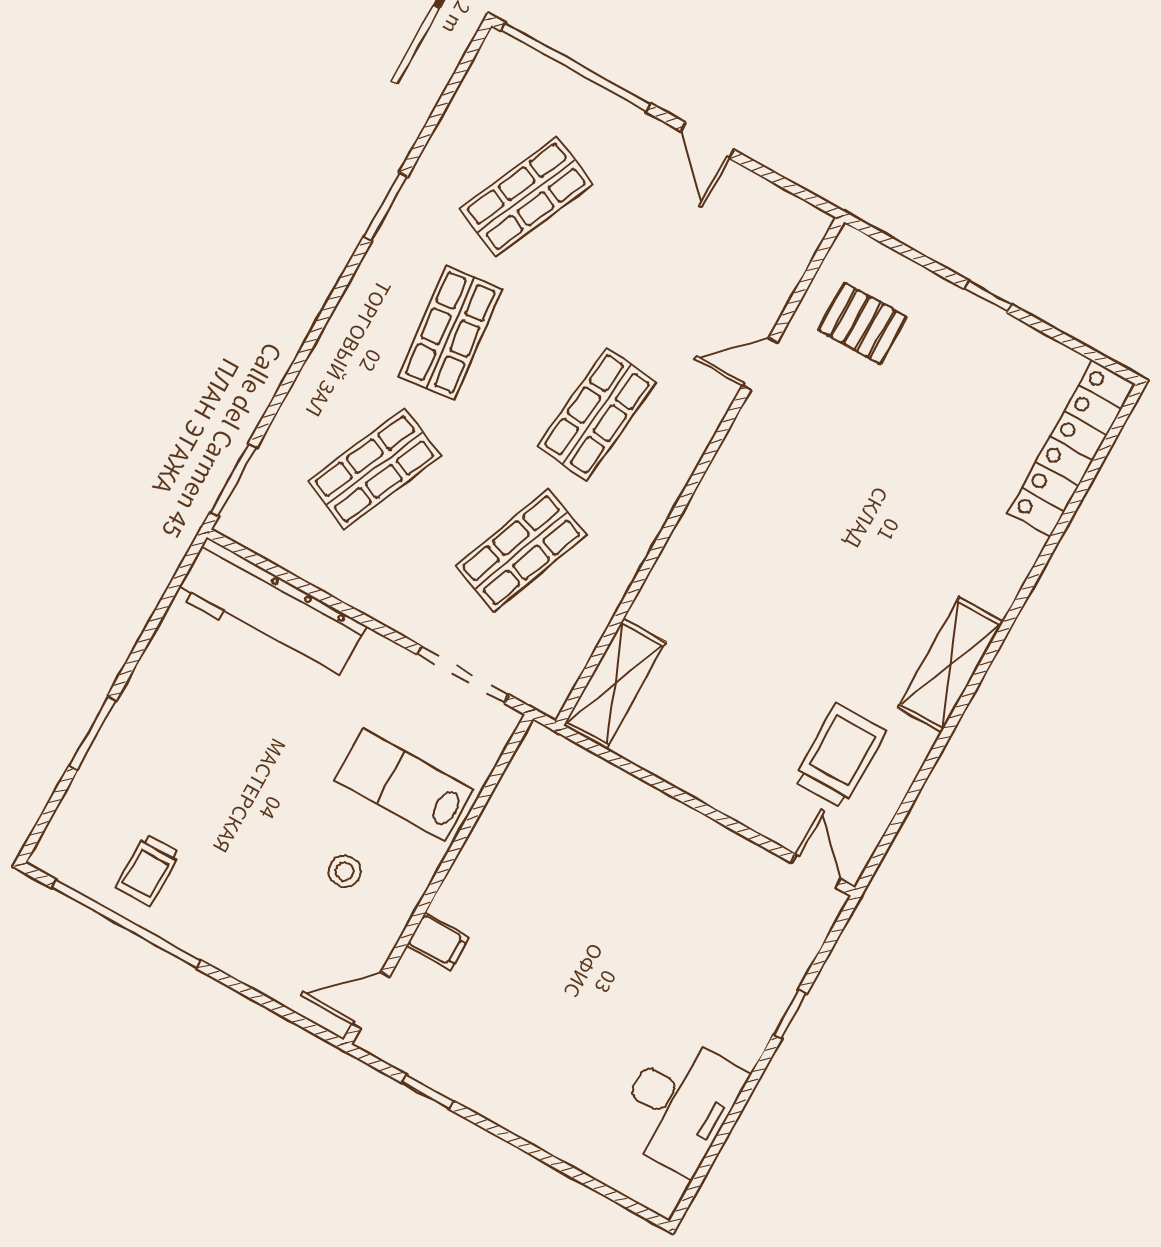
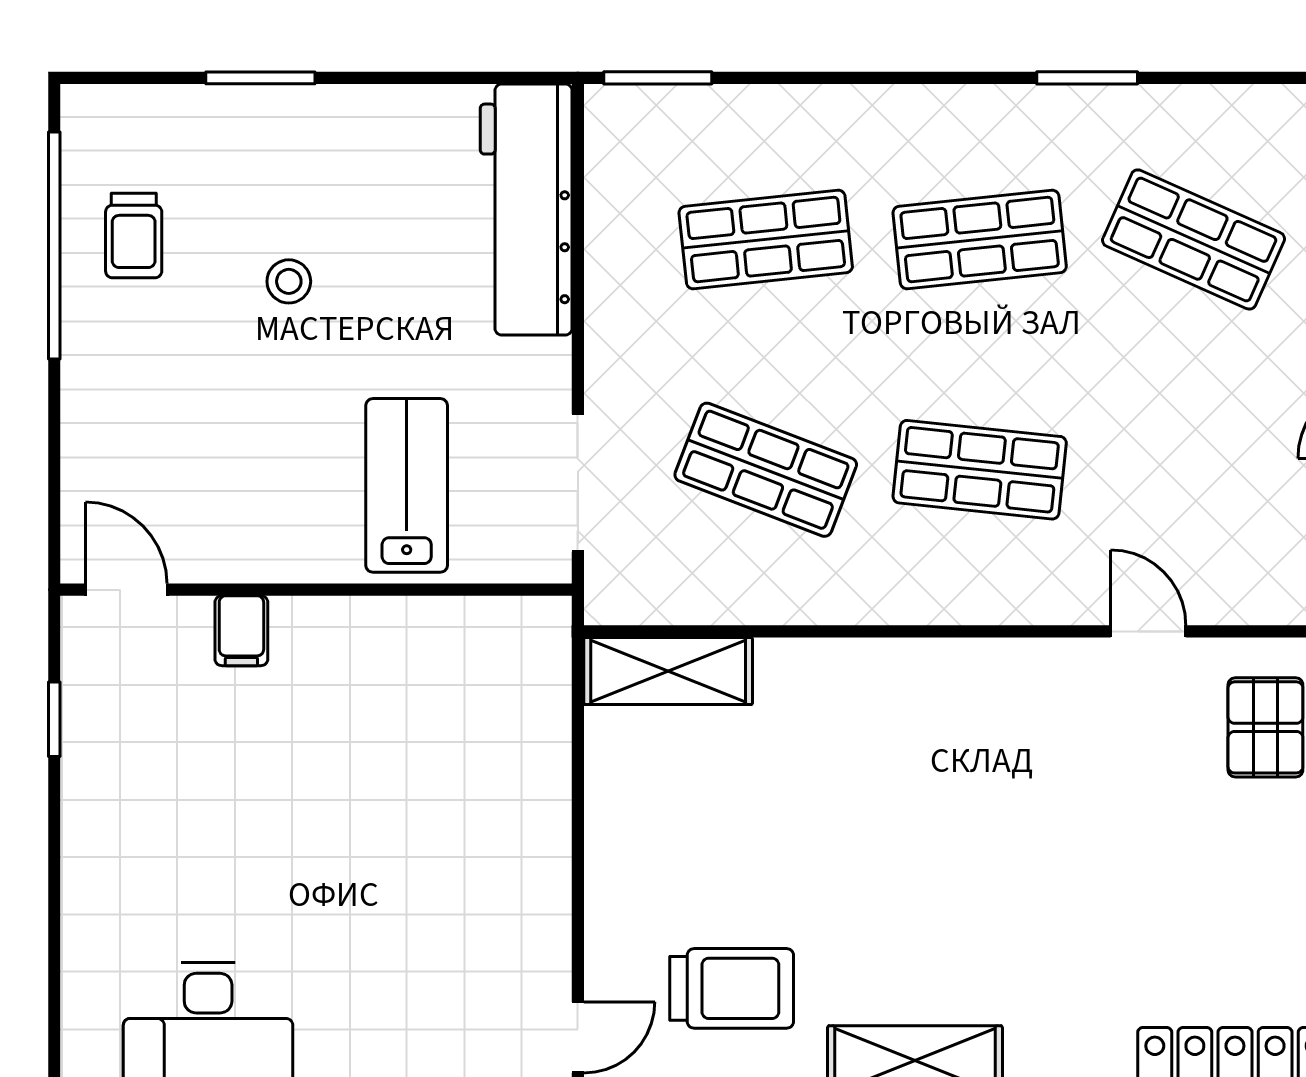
shop shelf: (375, 469) -> (766, 239), turned -30
trolley: (148, 870) -> (134, 236), turned -90
stool: (345, 871) -> (289, 281), moved

